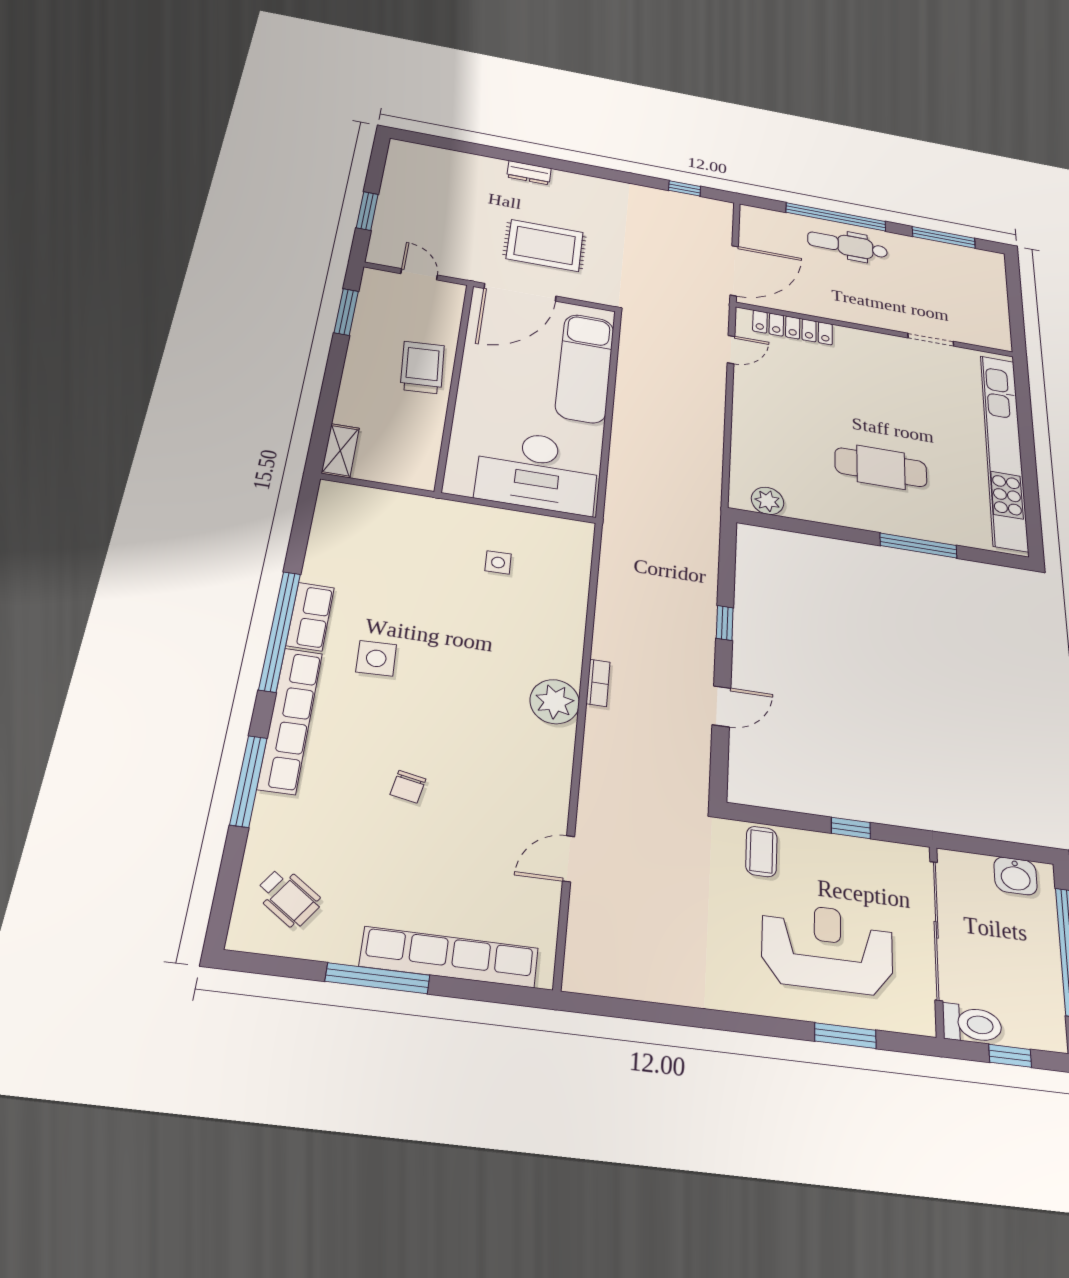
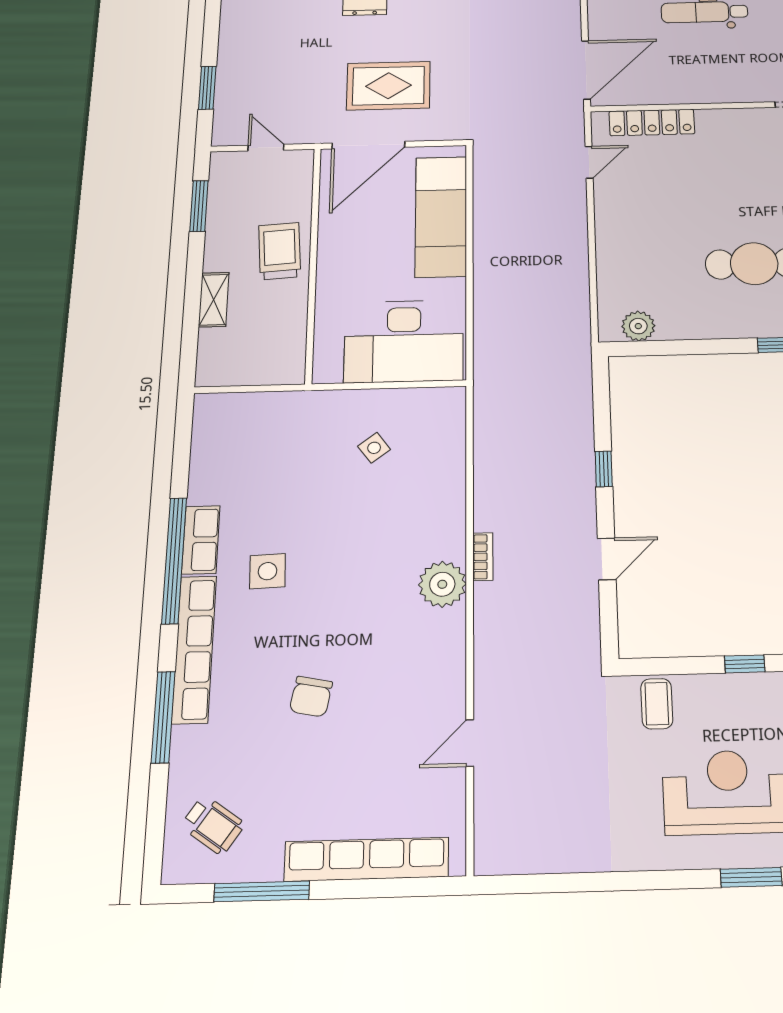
shelving: (340, 451) -> (214, 300), moved
side table: (498, 562) -> (374, 448), turned -36
chair: (408, 787) -> (311, 697), width x1.37, depth x1.37
window: (378, 978) -> (262, 891), moved

